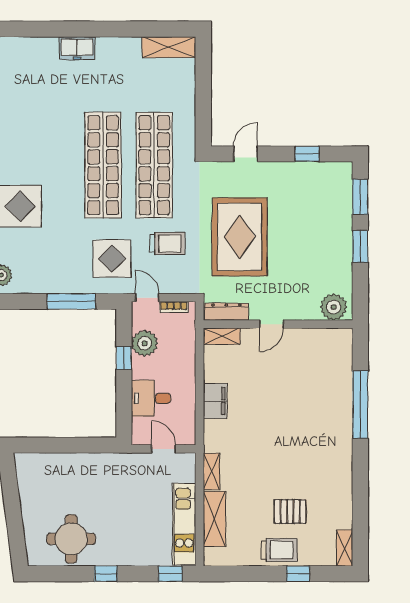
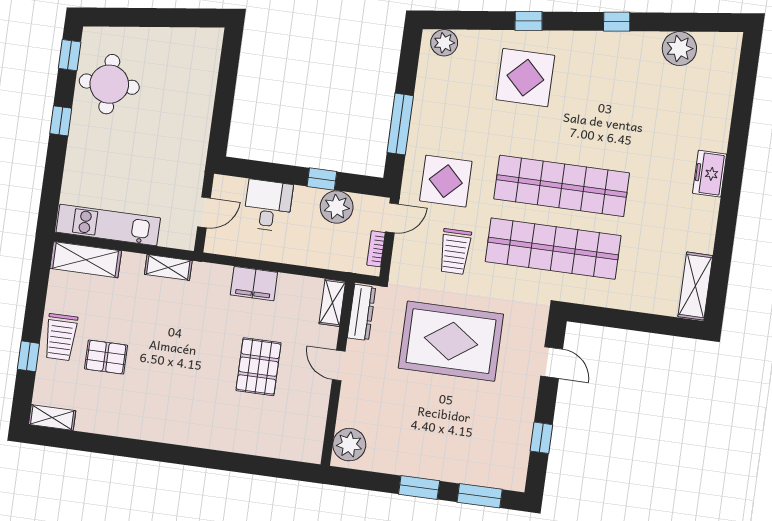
pallet: (281, 388) -> (258, 367), added
window: (360, 405) -> (225, 461), removed
pallet: (290, 511) -> (106, 357), turned 90
shelving: (214, 519) -> (86, 260), moved
window: (170, 574) -> (70, 55), moved

